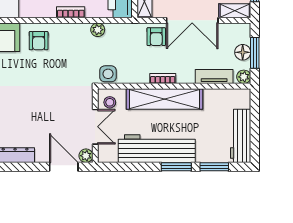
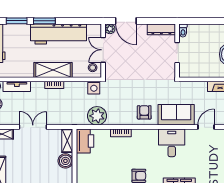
double door: (192, 20) -> (33, 127), width x0.73
plant: (98, 30) -> (97, 116), width x1.87, depth x1.87
armchair: (156, 37) -> (59, 115), removed
shelving: (164, 99) -> (53, 70), width x0.68

